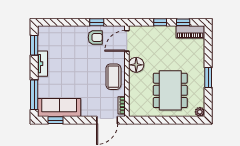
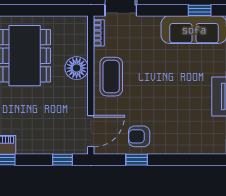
window: (160, 22) -> (62, 160), moved
floor lamp: (136, 65) -> (77, 68), moved

